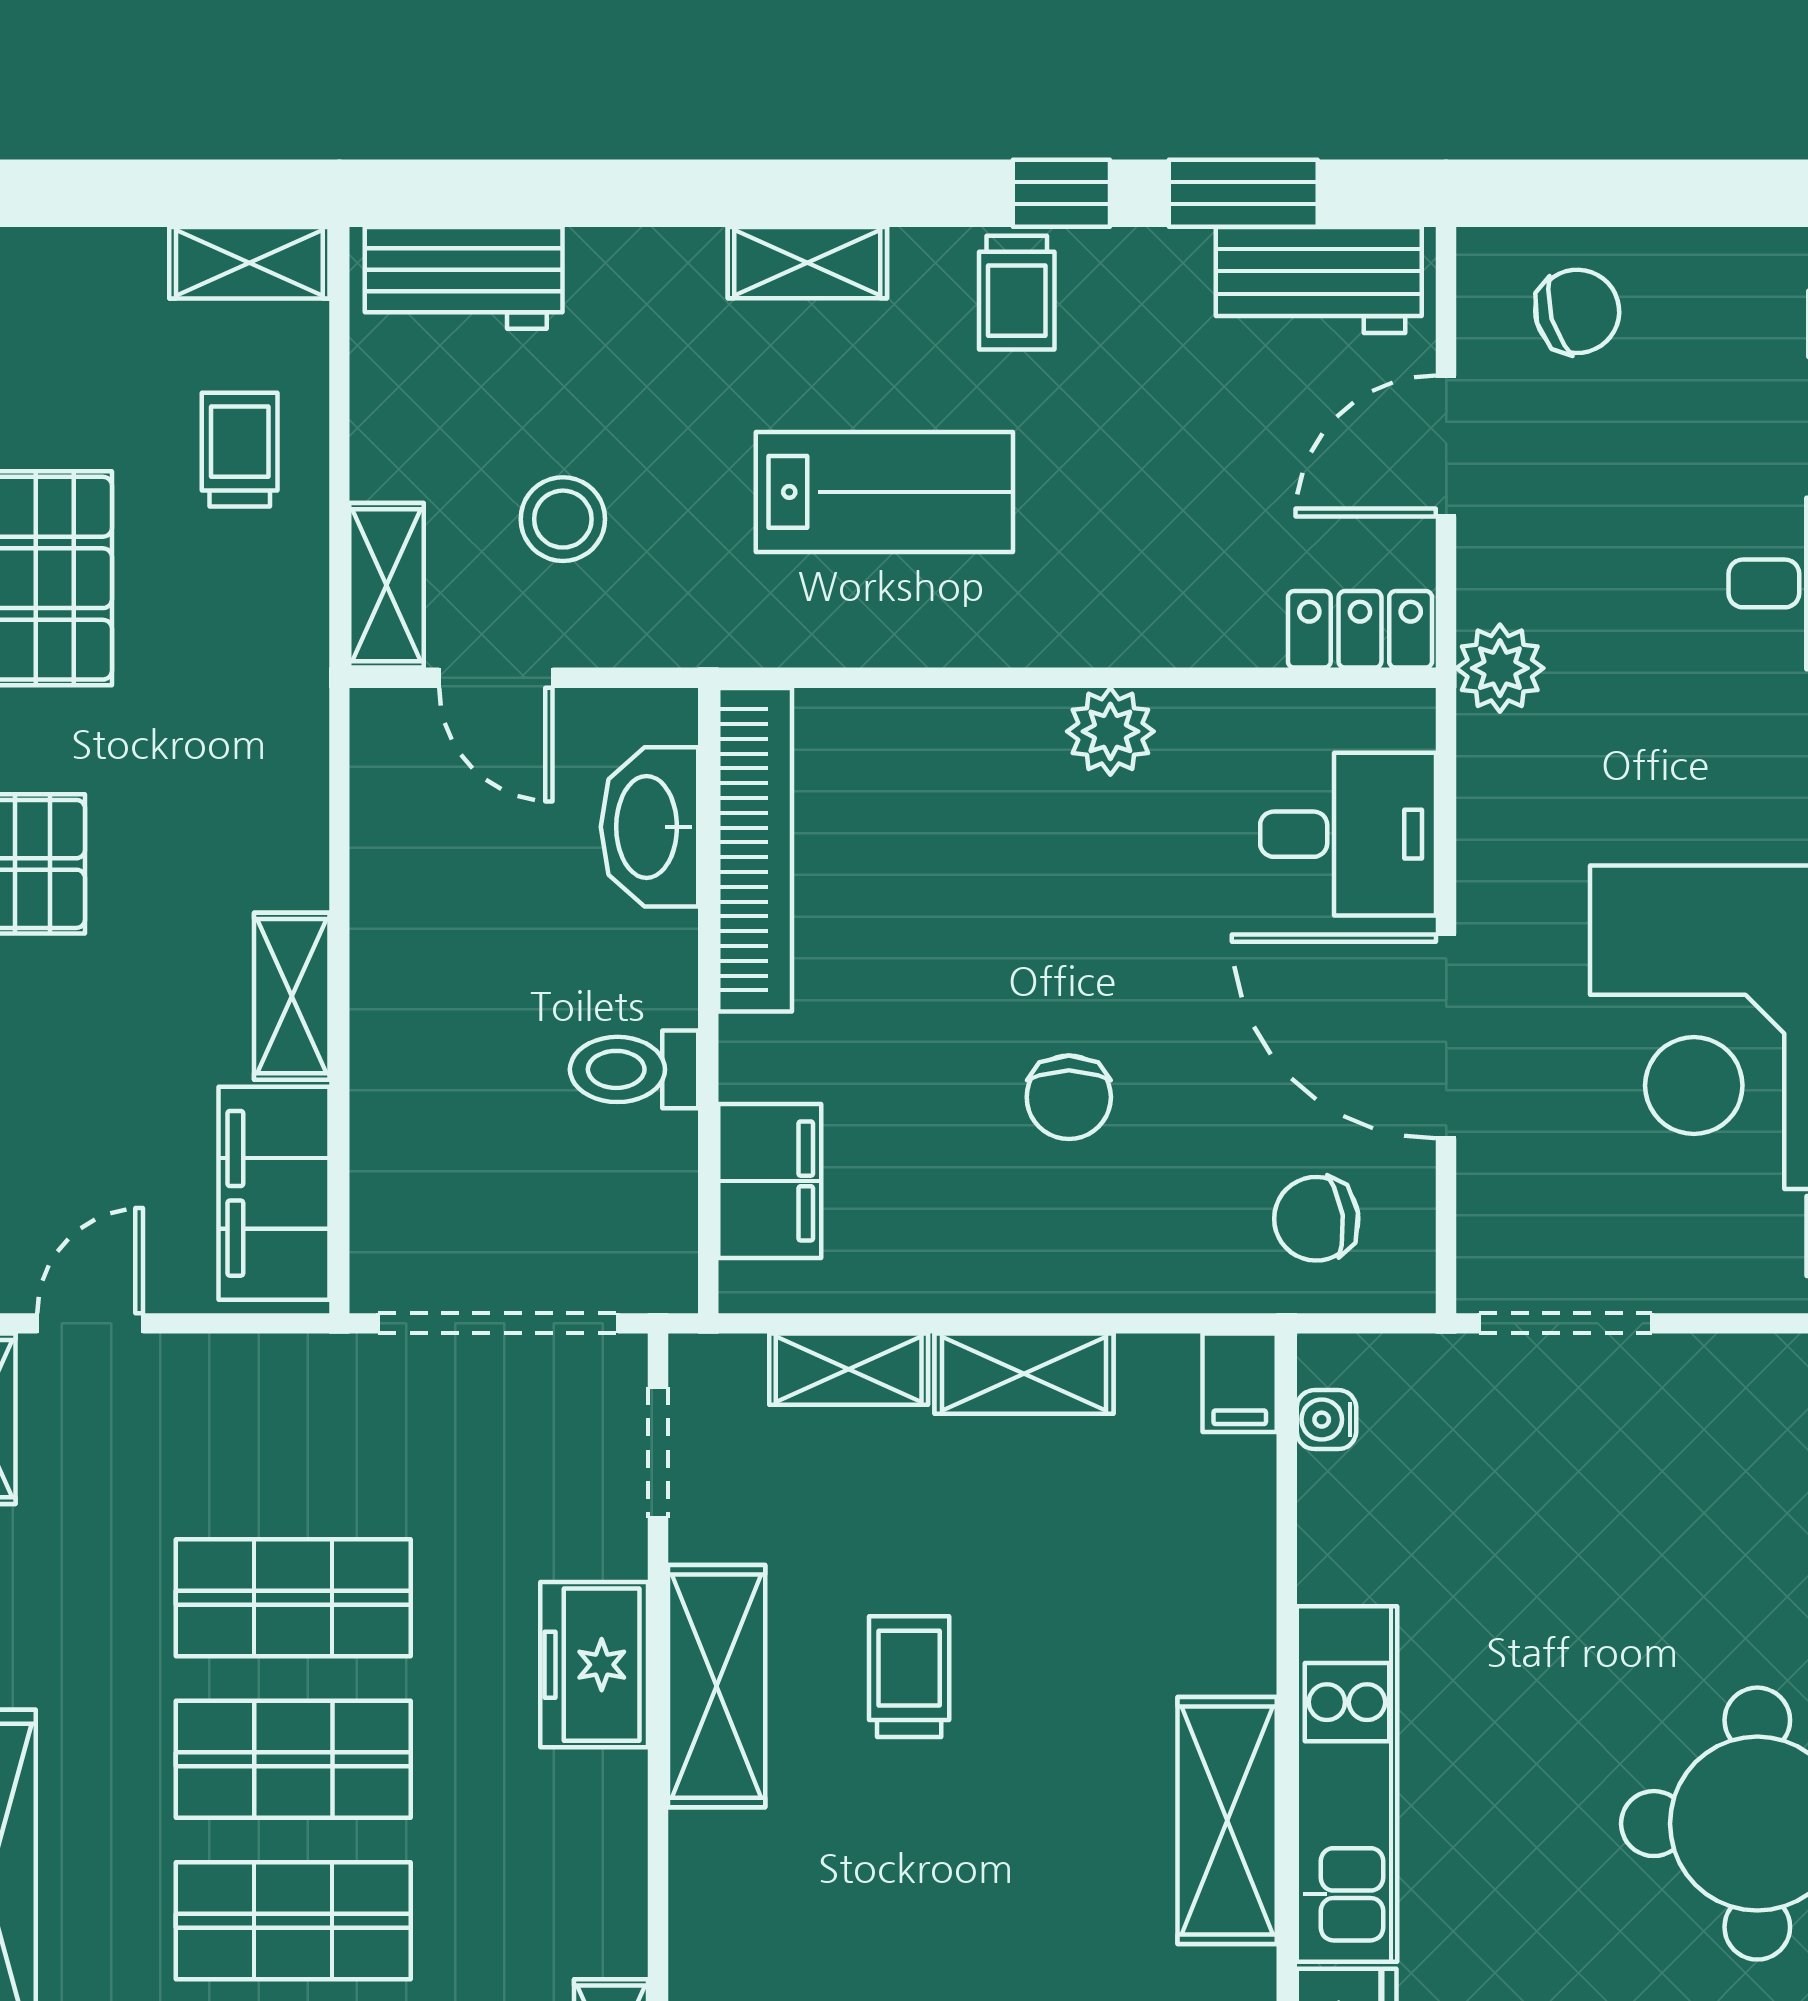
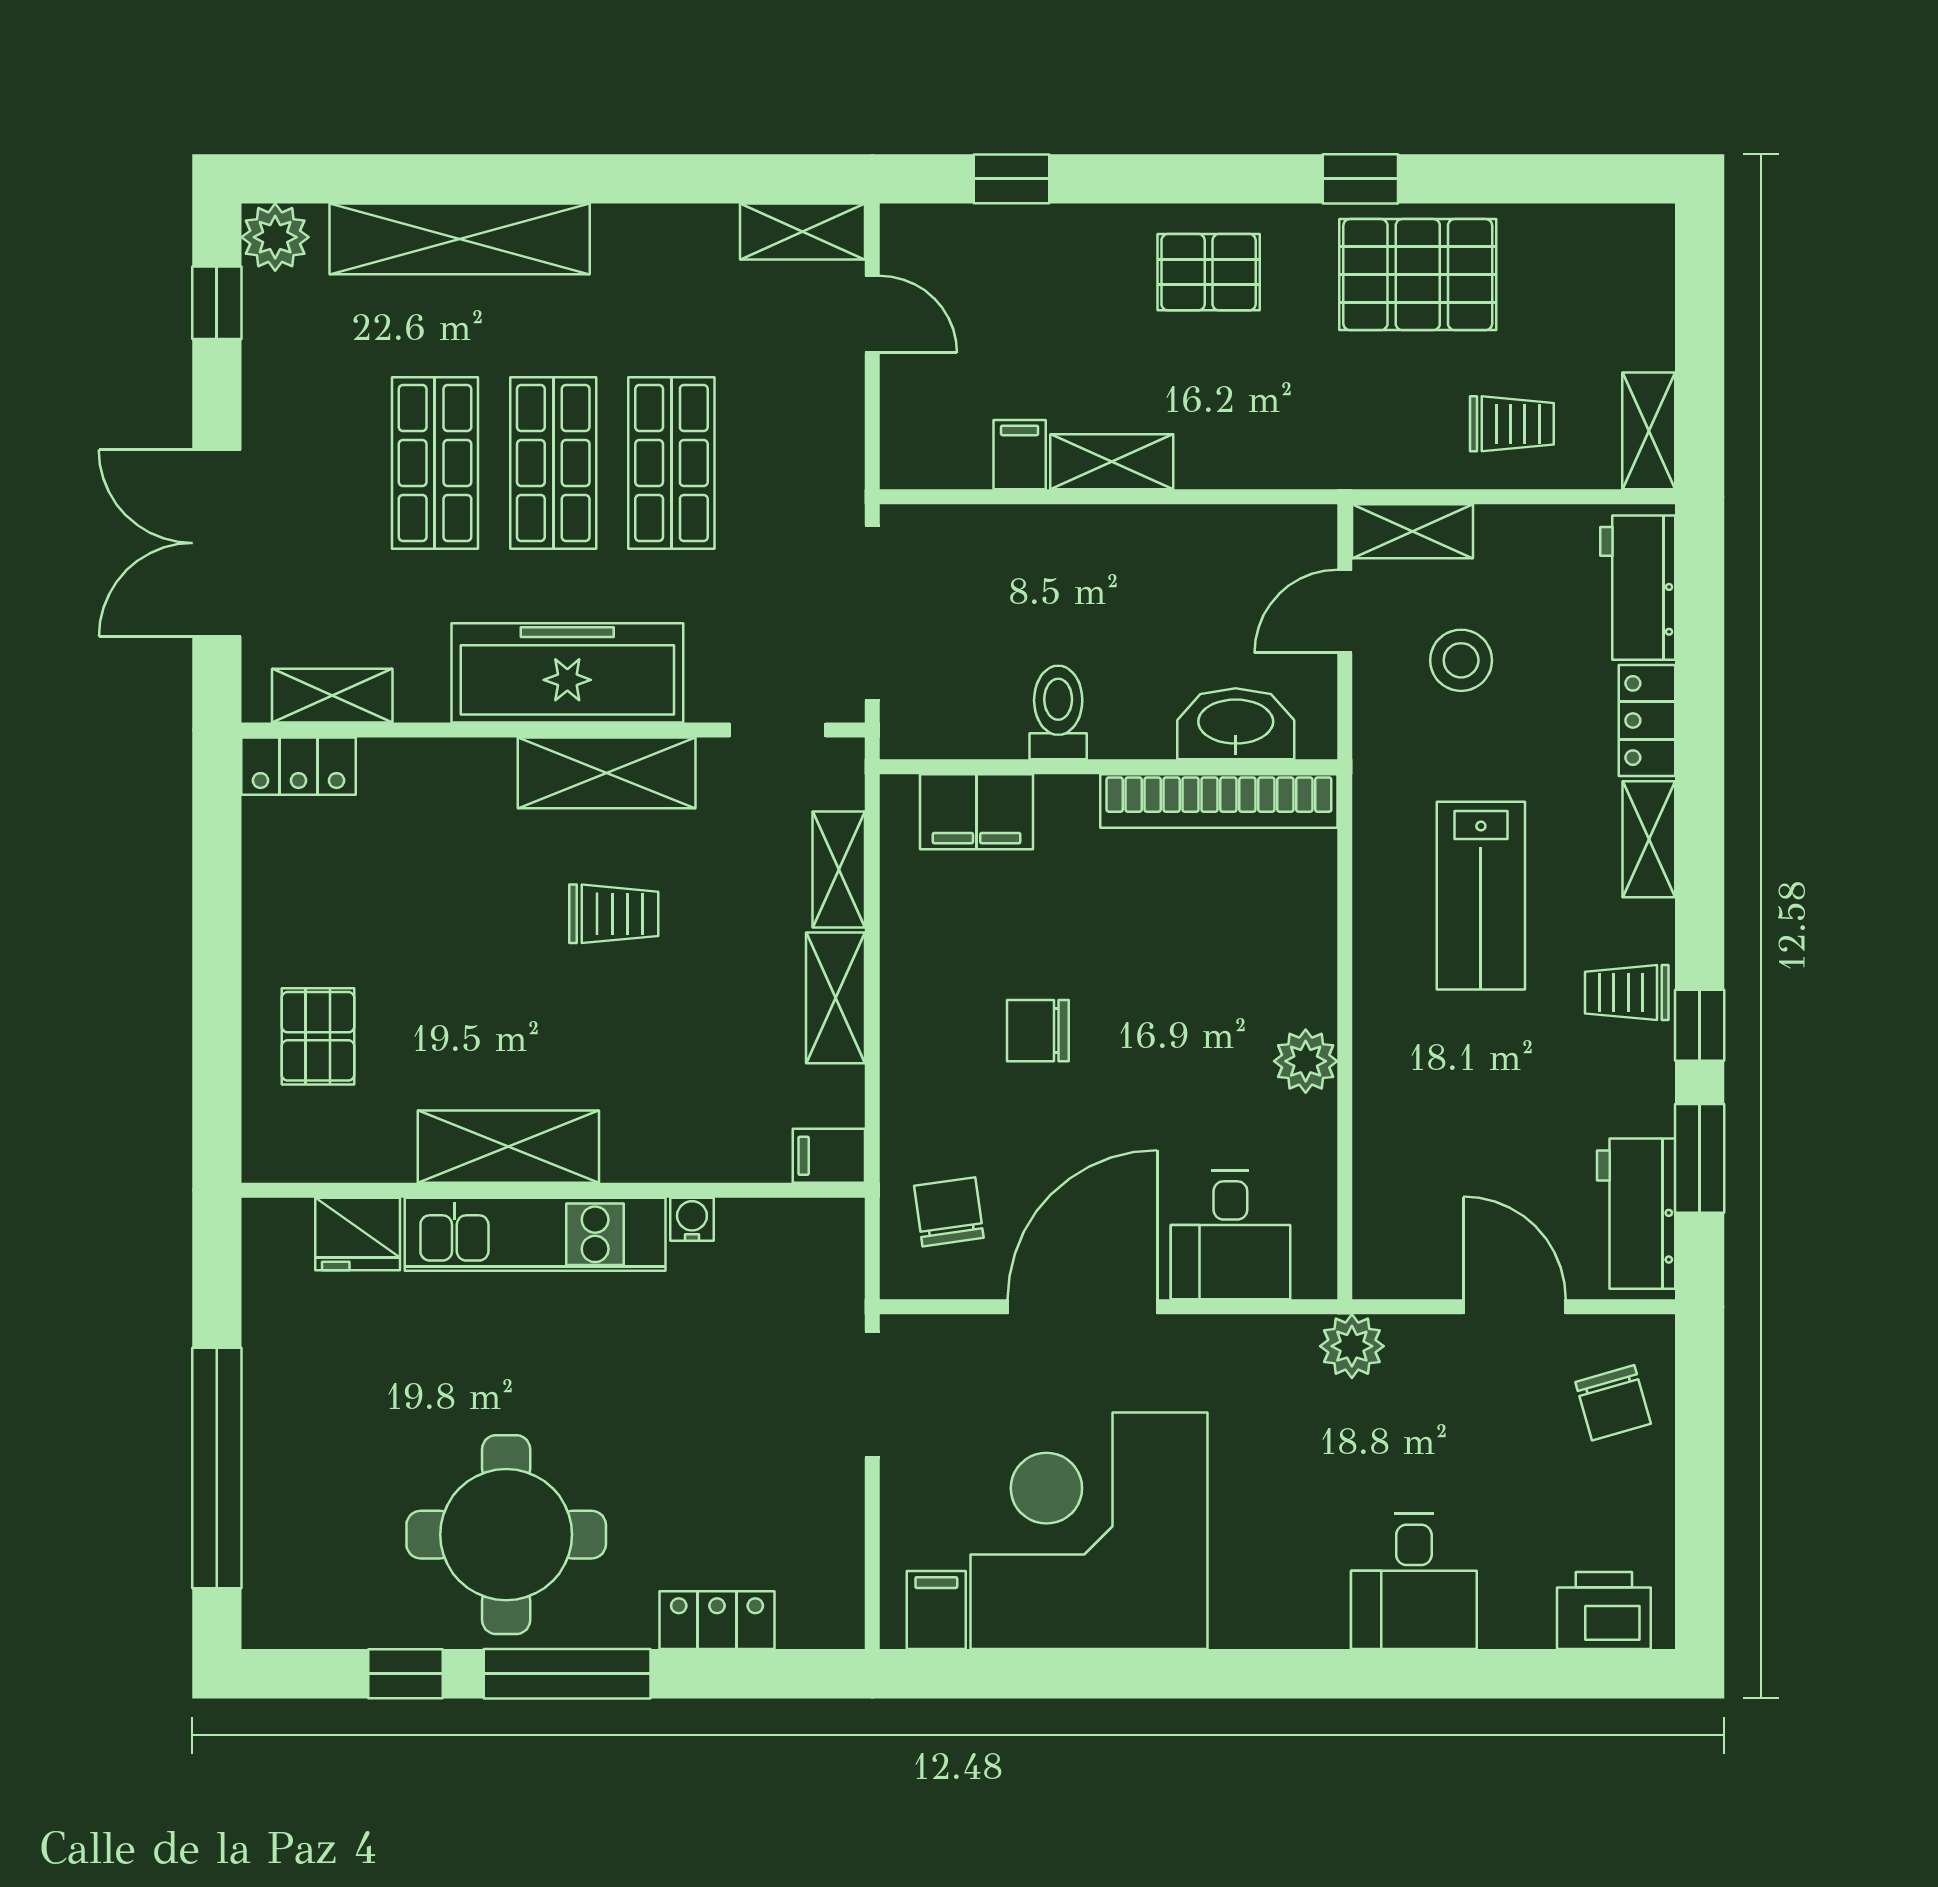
locker: (1360, 629) -> (1647, 720), moved, turned 180
filing cabinet: (274, 1193) -> (1020, 455), width x0.33, depth x0.86
water cooler: (1326, 1420) -> (692, 1219), moved
freezer: (594, 1665) -> (567, 673), width x1.91, depth x1.26

